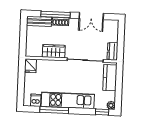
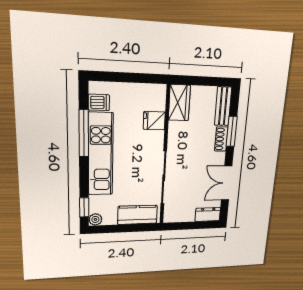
window: (56, 14) -> (232, 131), width x0.69
wardrobe: (54, 51) -> (179, 103), moved
dresser: (112, 51) -> (208, 214), moved
fridge: (30, 66) -> (154, 121), moved

